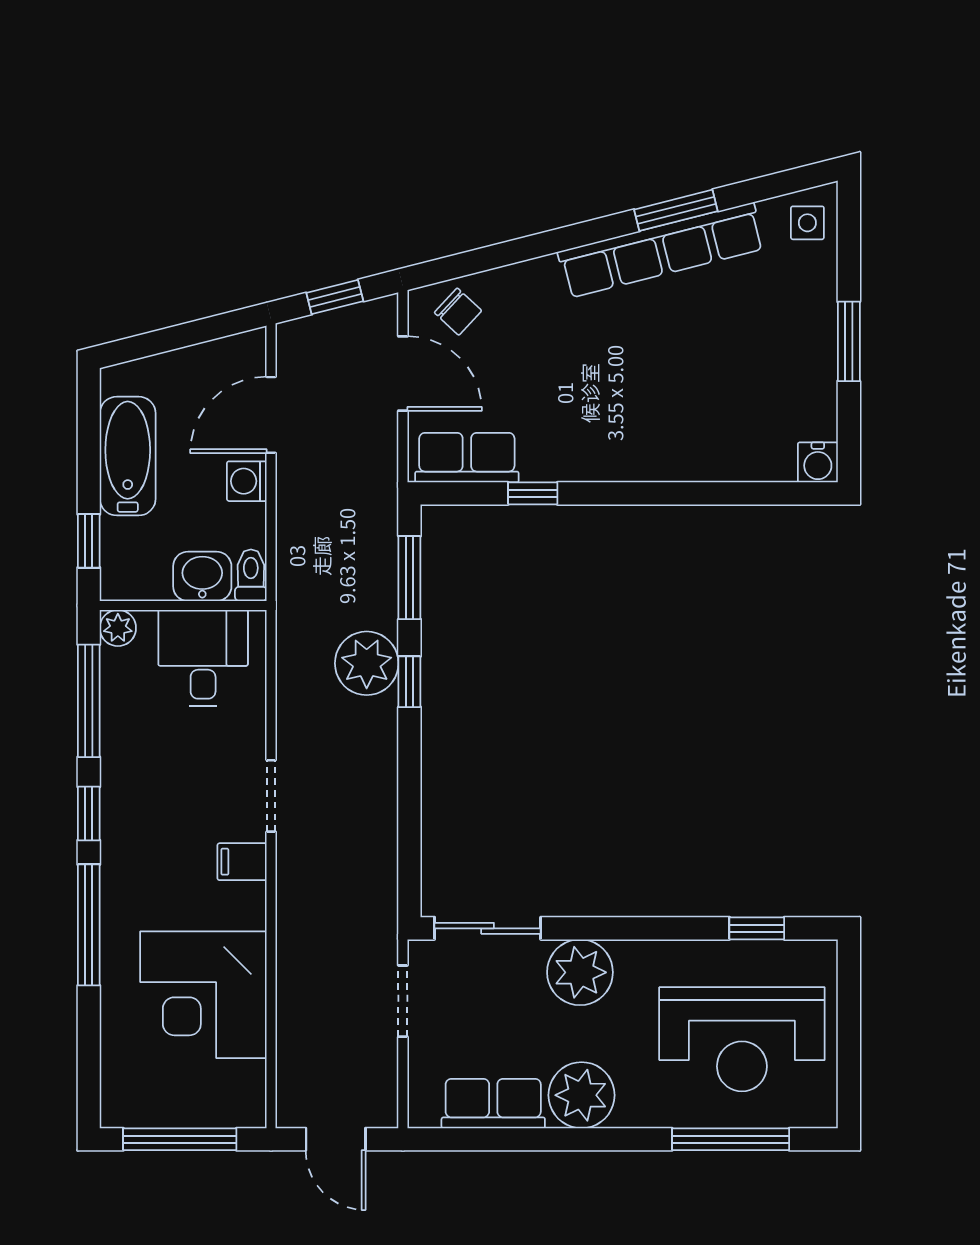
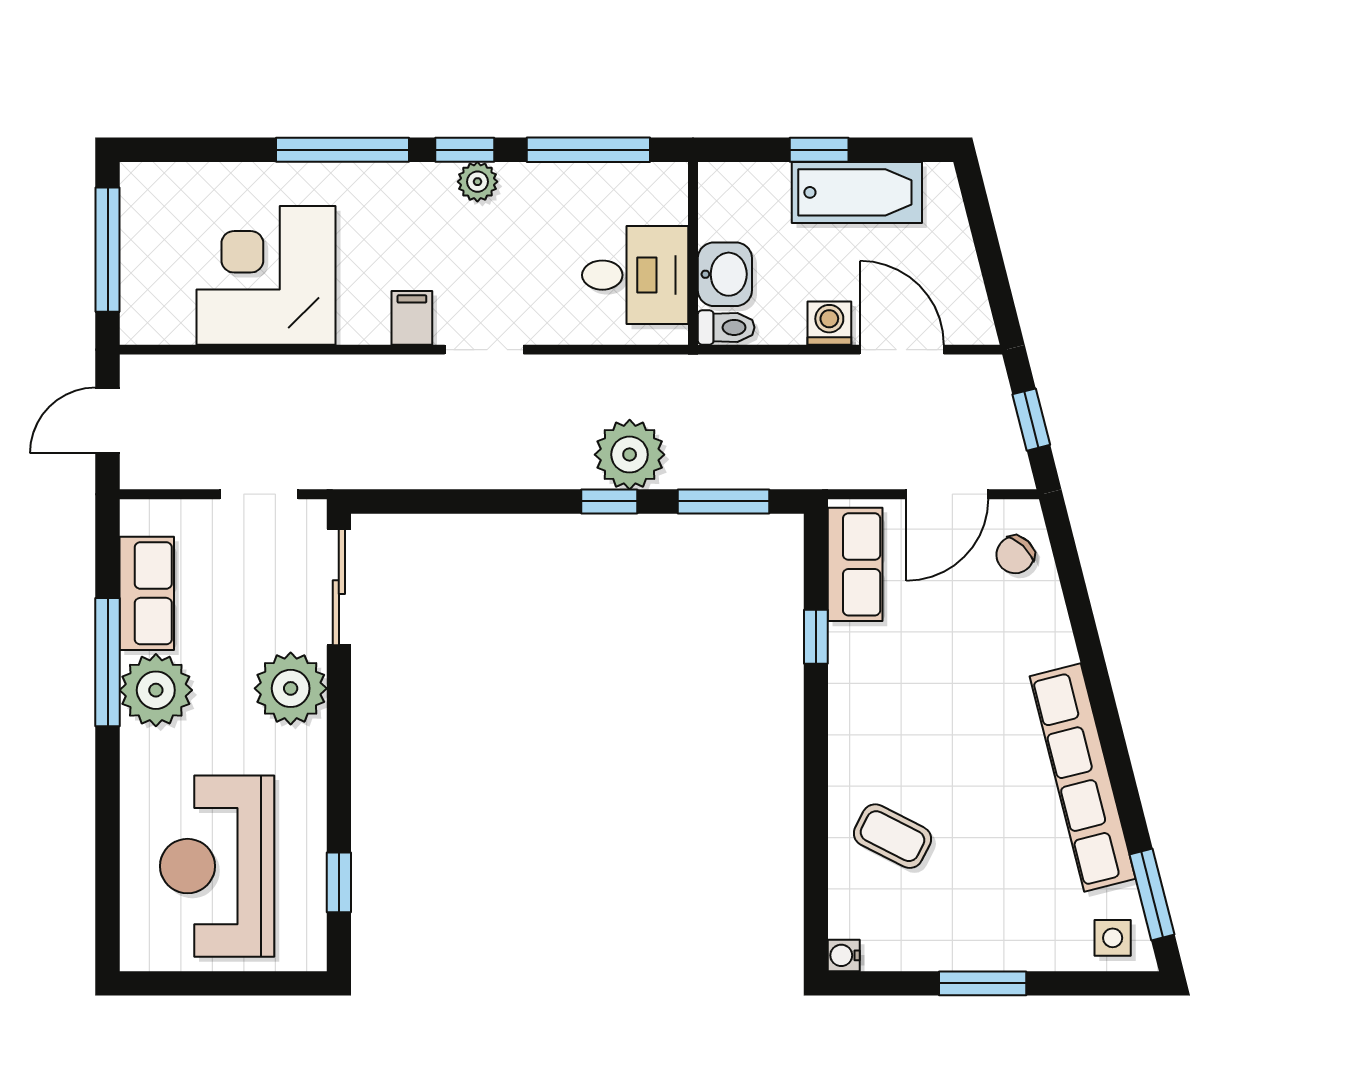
window: (676, 210) -> (1152, 894), moved
coffee table: (715, 424) -> (892, 836), added
water cooler: (818, 462) -> (844, 955), width x0.72, depth x0.72
window: (89, 541) -> (819, 150), moved
plant: (118, 628) -> (477, 182), moved
window: (731, 1139) -> (108, 662), moved

